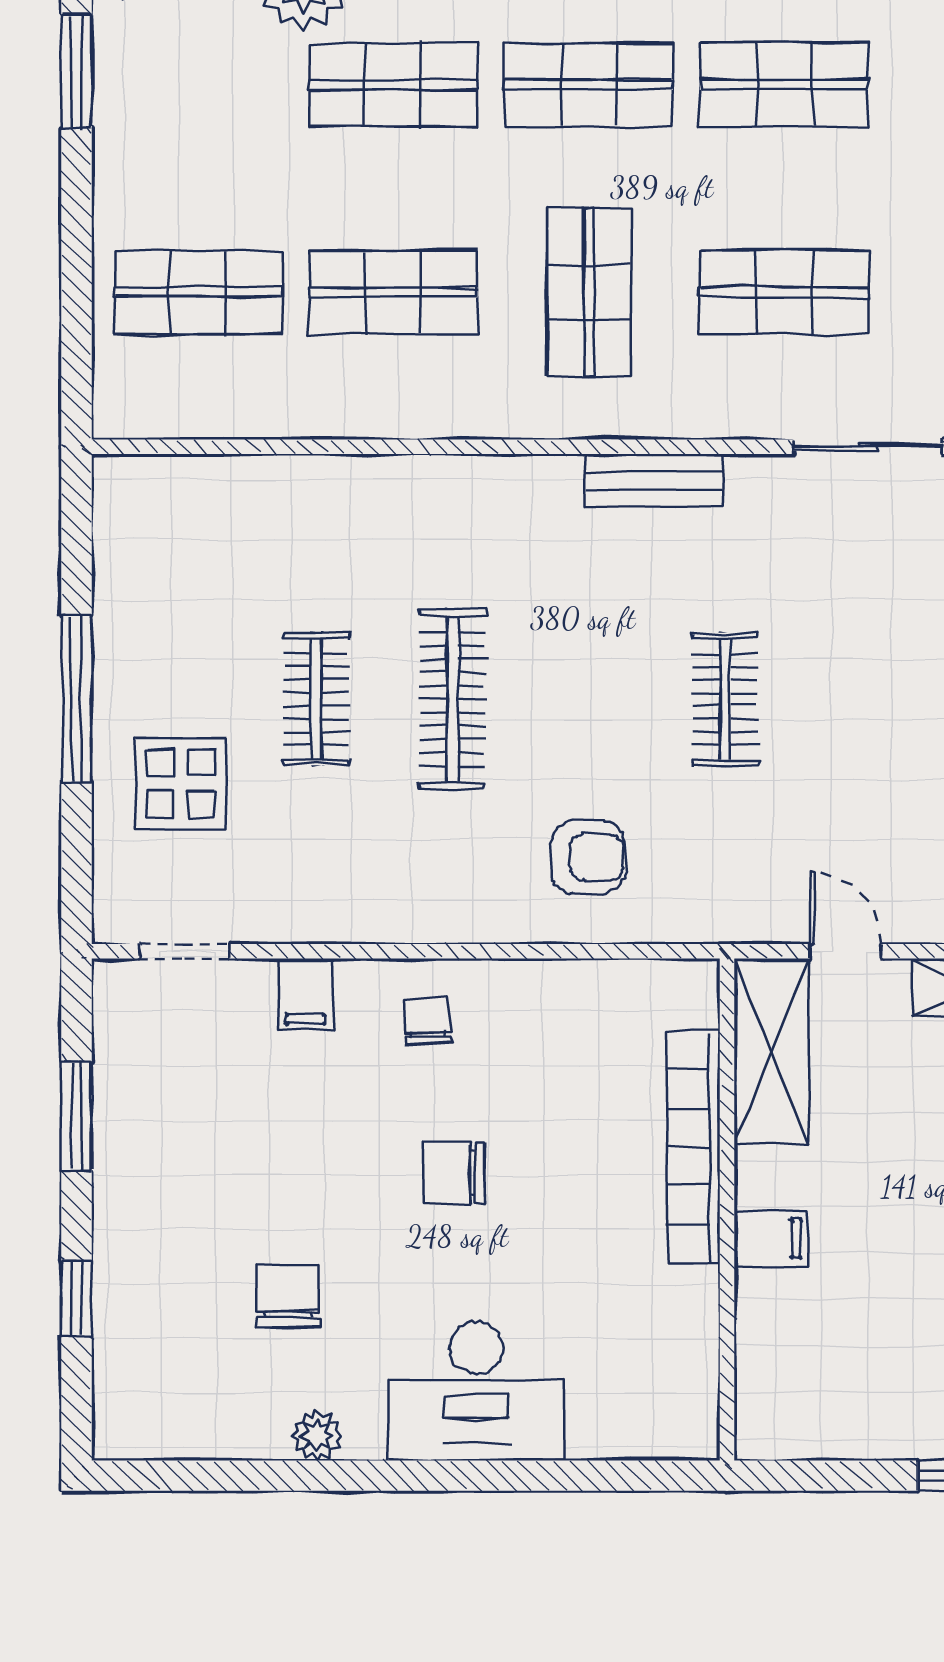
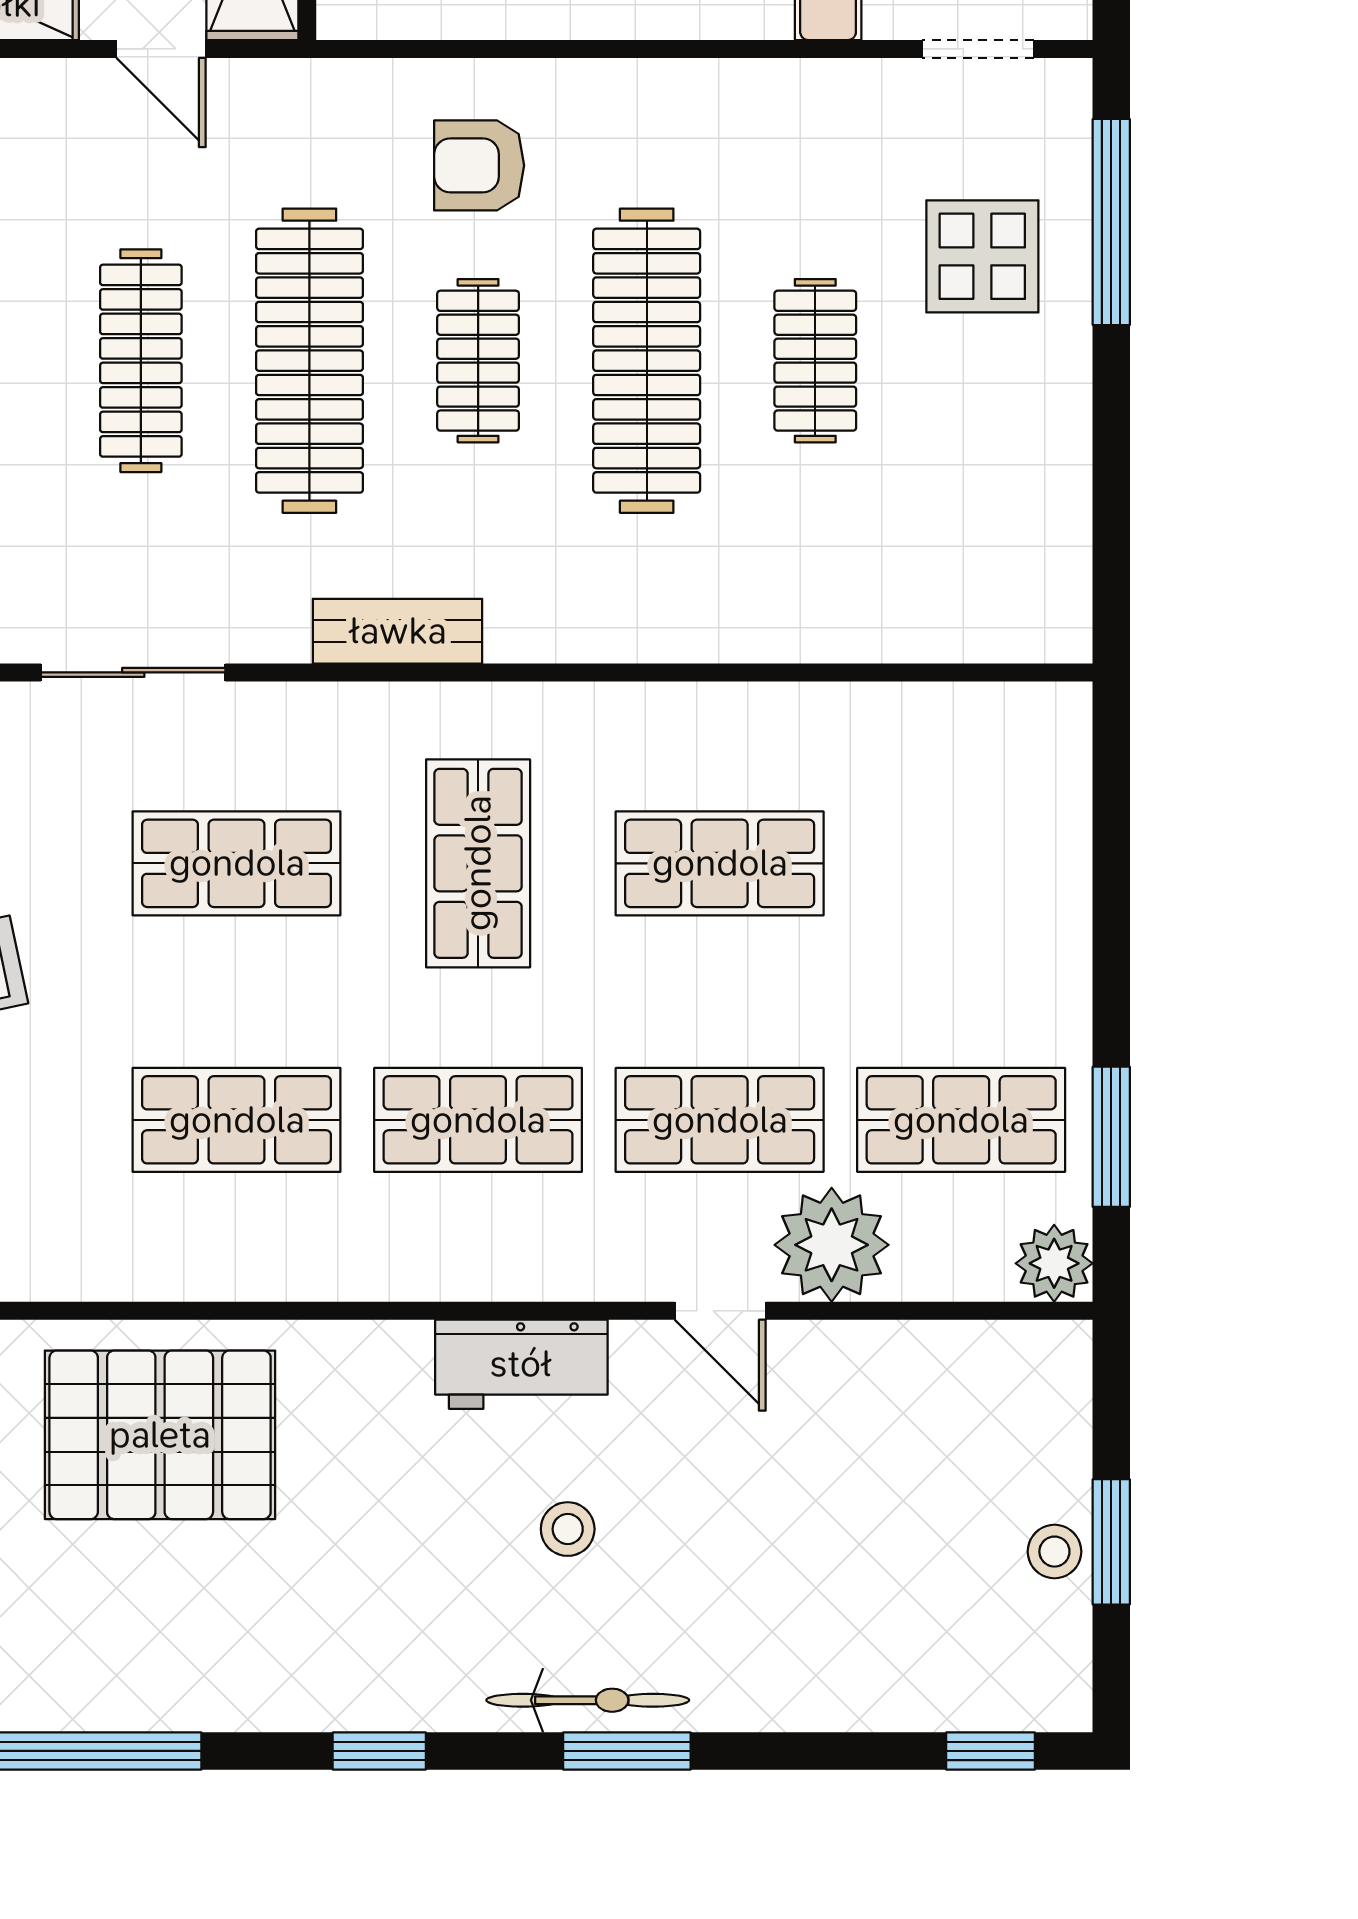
shop shelf: (198, 292) -> (961, 1120), moved
window: (77, 699) -> (1111, 222), moved
clothes rail: (452, 699) -> (647, 361), width x1.37, depth x1.31
clothes rail: (589, 699) -> (478, 361), added
clothes rail: (725, 699) -> (309, 361), width x1.86, depth x1.31
clothes rail: (862, 699) -> (141, 361), added

